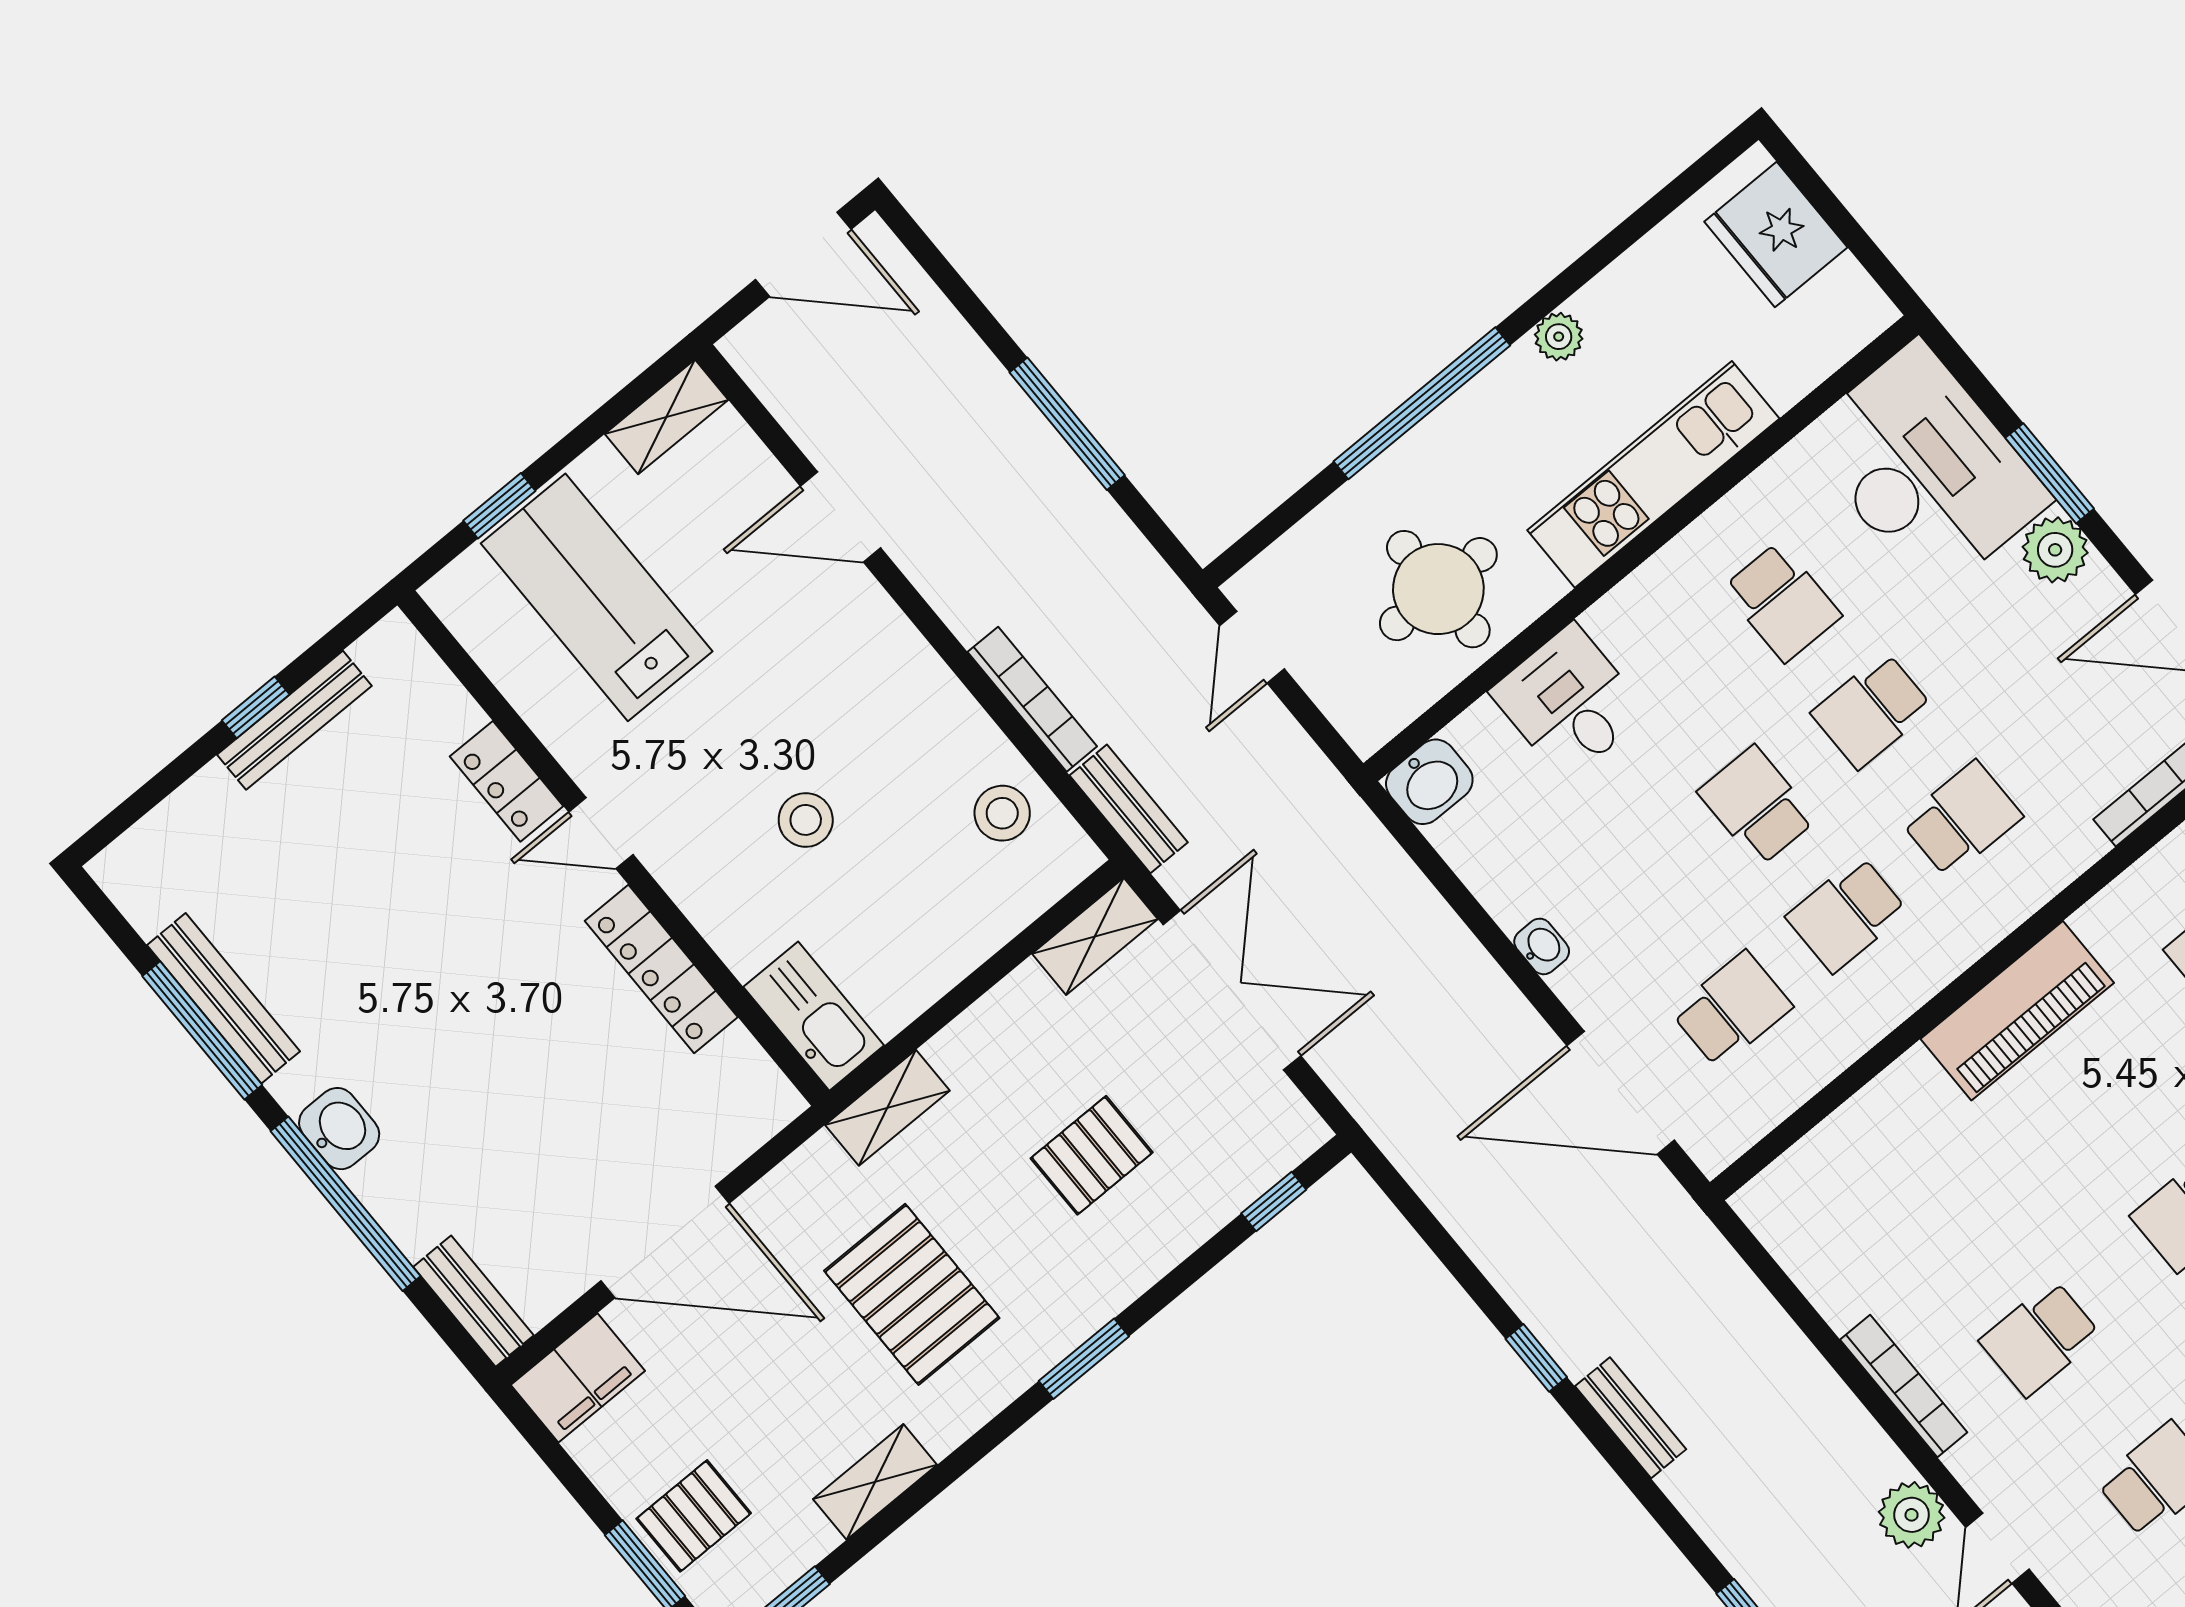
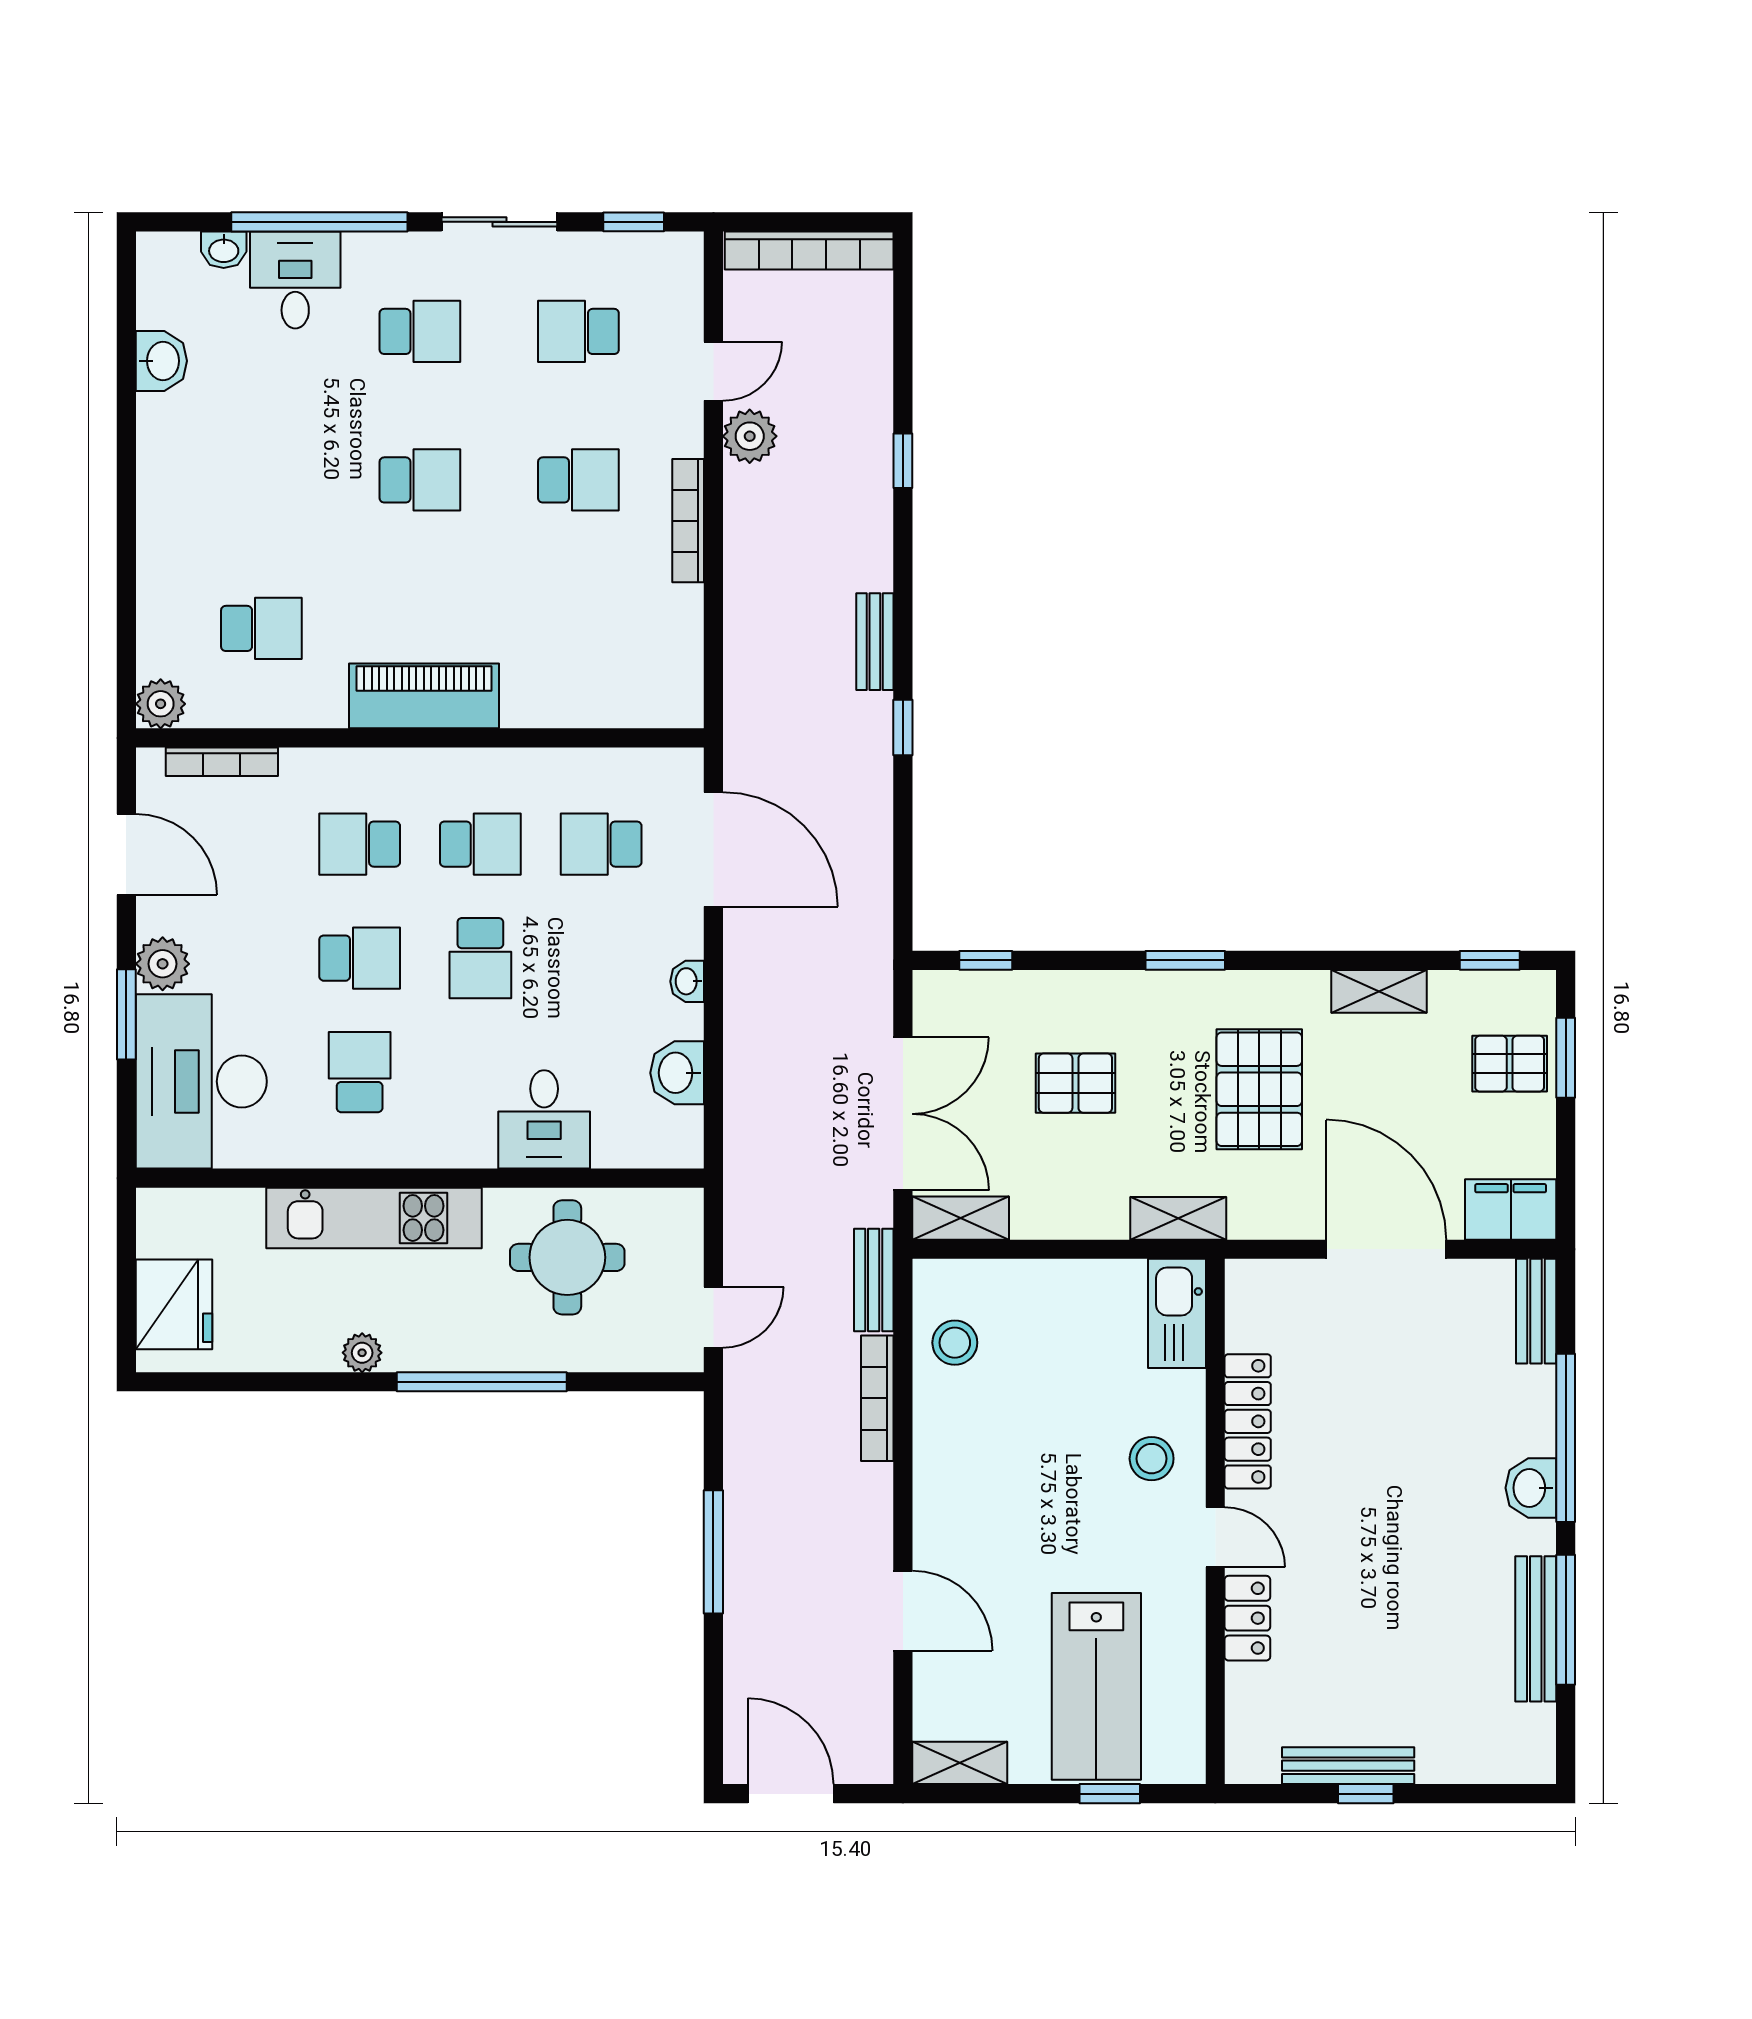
washbasin: (1429, 782) -> (677, 1073), moved, turned -90
stool: (806, 820) -> (1152, 1459), moved
double door: (1232, 990) -> (903, 1114), swing flipped

